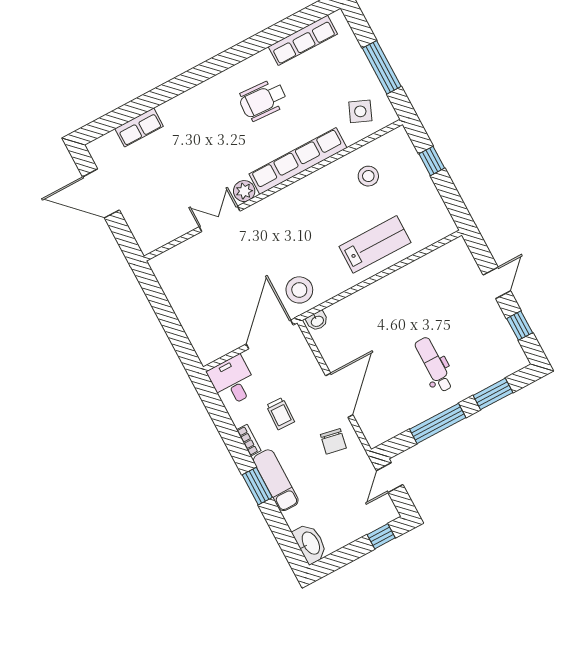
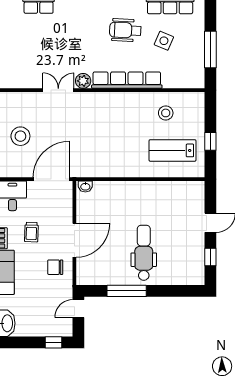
side table: (360, 111) -> (164, 41), moved
window: (432, 161) -> (210, 141), moved
lab bench: (375, 244) -> (173, 150), moved, turned 180
stool: (299, 290) -> (20, 136), moved
dental chair: (434, 365) -> (144, 253), width x1.36, depth x1.38
window: (493, 394) -> (171, 291), removed
chair: (333, 441) -> (55, 267), turned 79

